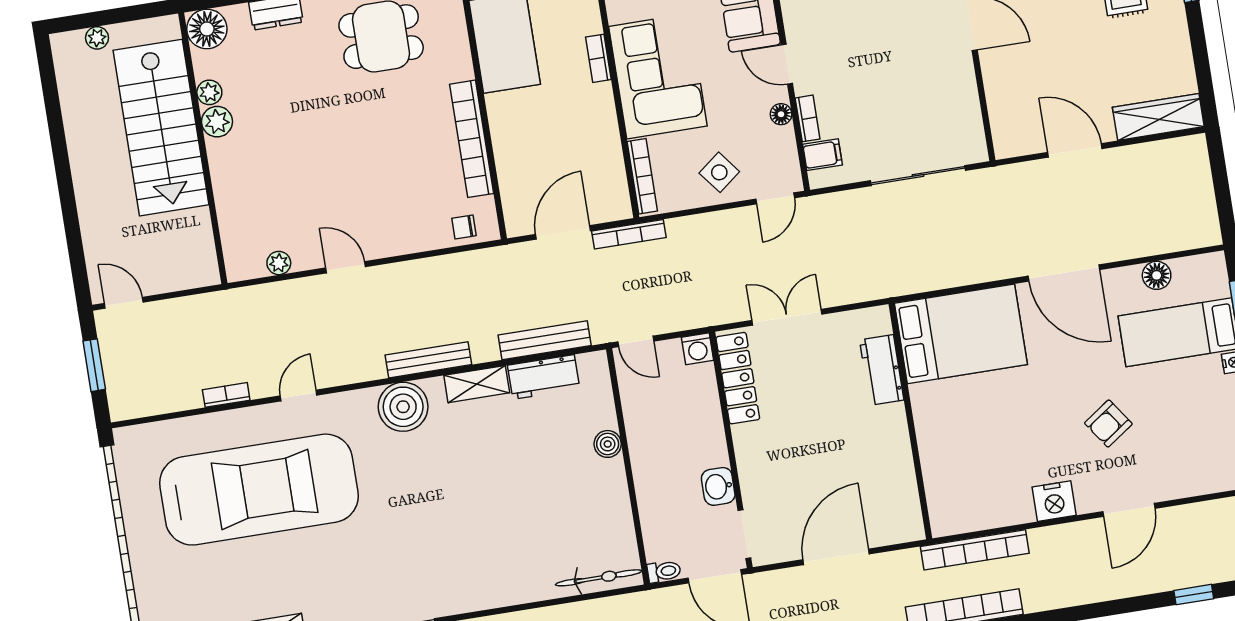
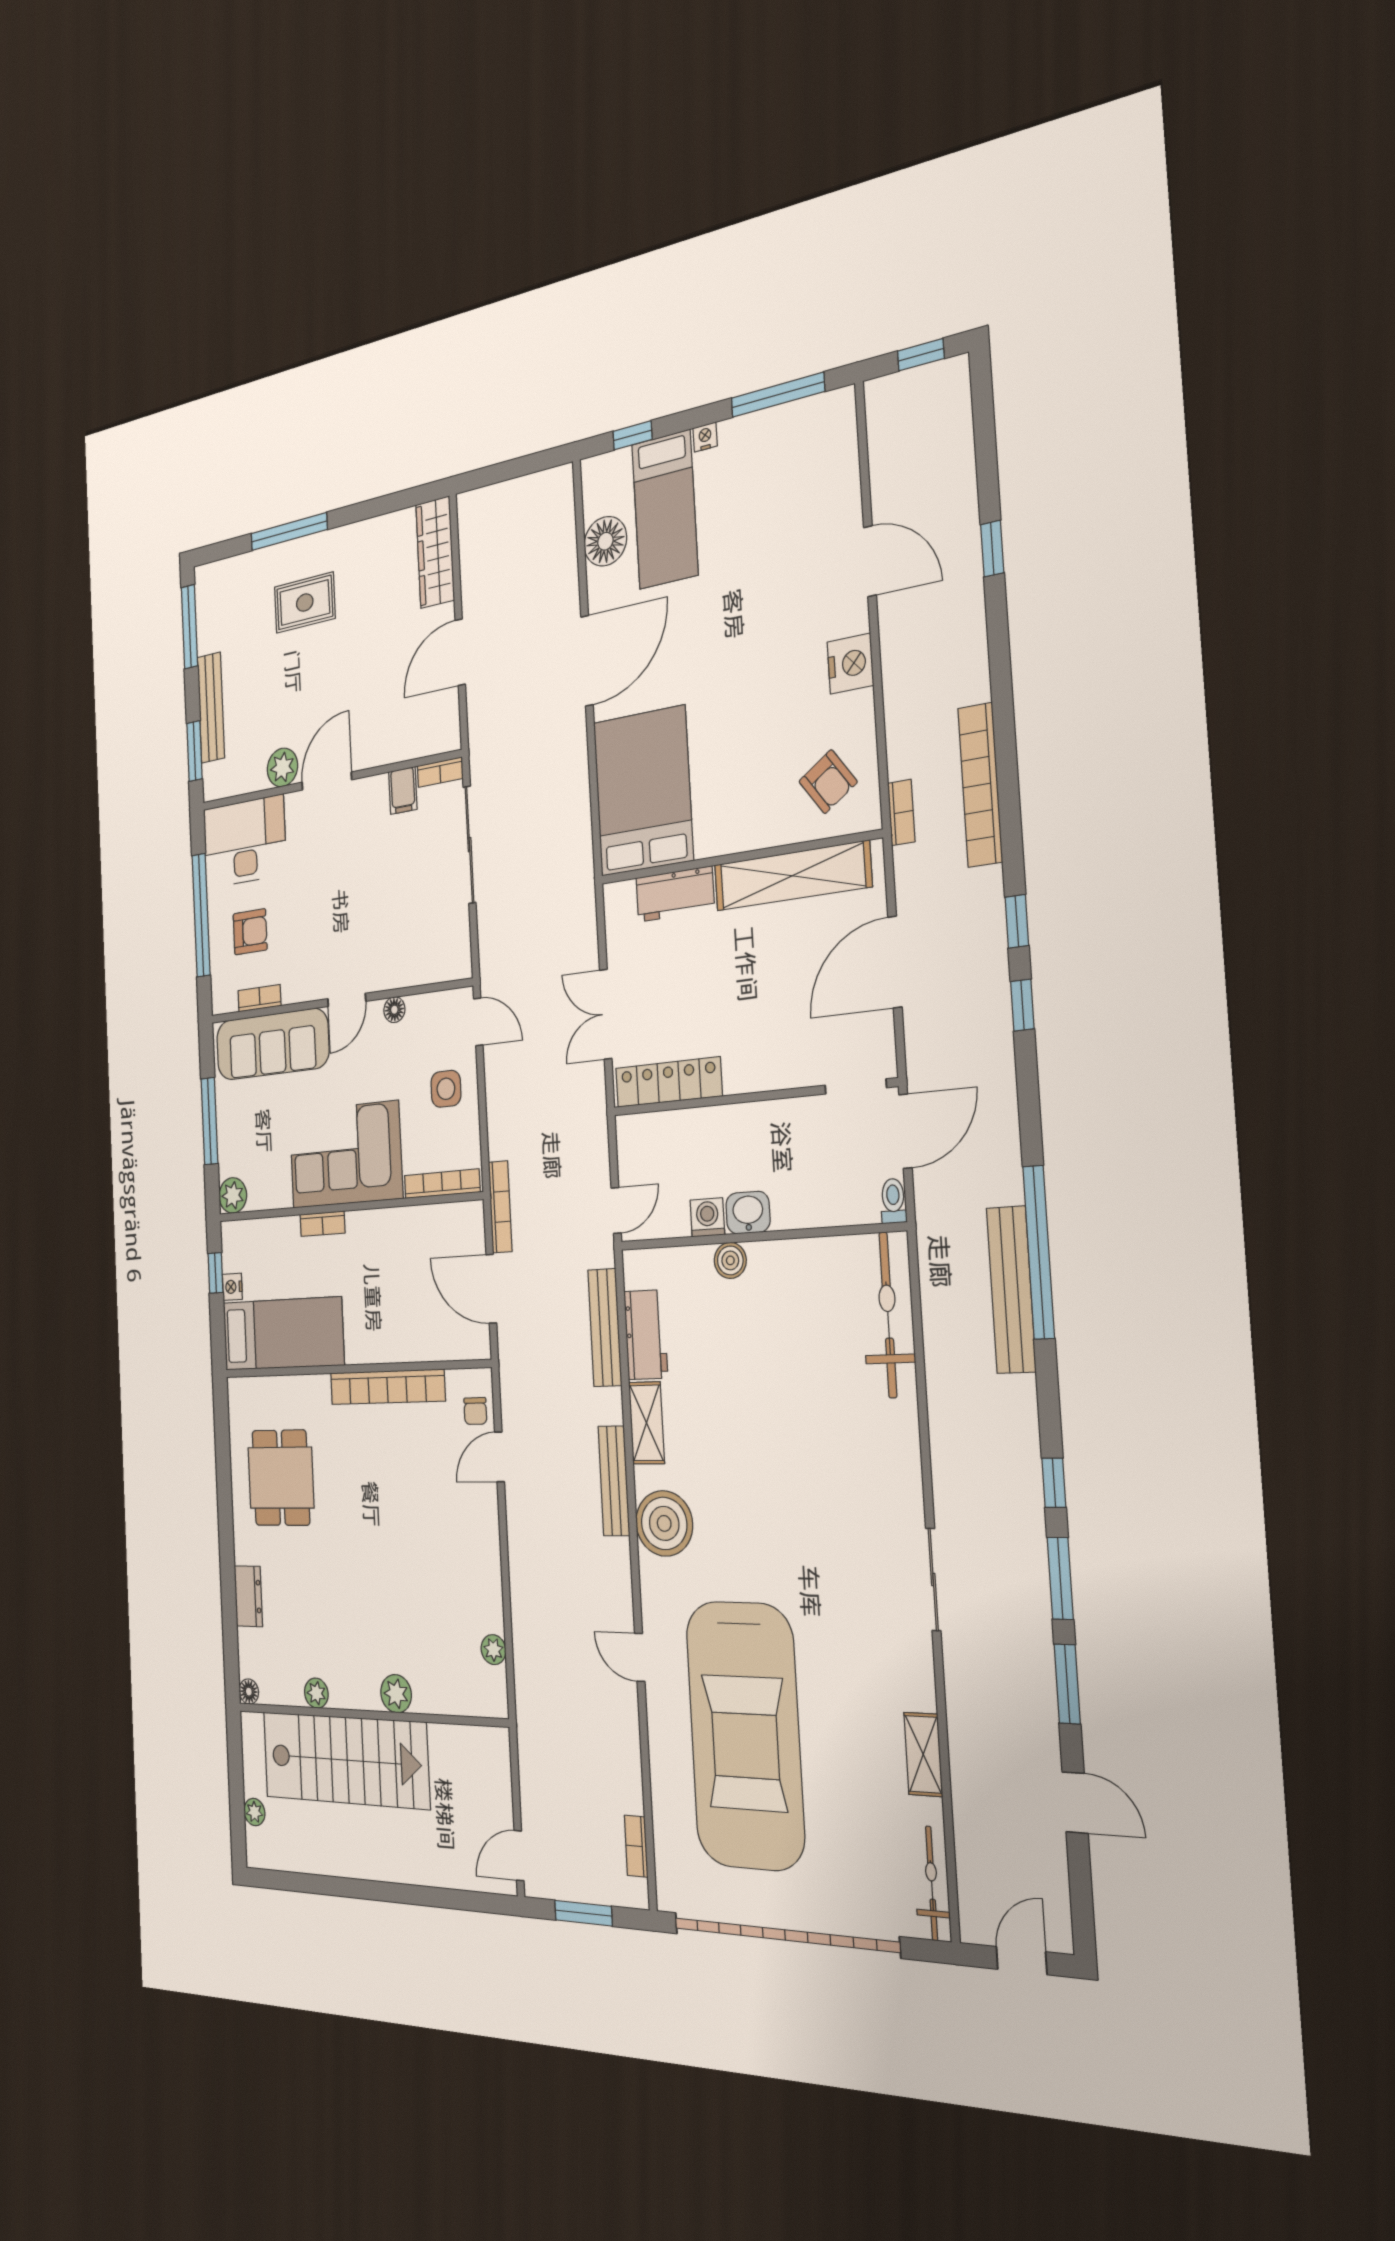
floor lamp: (207, 29) -> (249, 1692), width x0.53, depth x0.53
bookcase: (808, 118) -> (440, 772), moved, turned 180
plant: (217, 122) -> (396, 1694), moved
filing cabinet: (822, 155) -> (403, 790), moved, turned 180
side table: (719, 172) -> (446, 1089), turned 38
door: (346, 267) -> (500, 1457), moved
floor lamp: (1157, 275) -> (605, 541), width x1.38, depth x1.38
washing machine: (698, 349) -> (707, 1217), moved, turned -90
bookcase: (226, 395) -> (636, 1846), moved
armchair: (1108, 424) -> (828, 782), moved
shelving: (897, 468) -> (792, 876), added
washbasin: (718, 486) -> (748, 1213), moved, turned 180
car: (259, 490) -> (745, 1735), turned 180
bookcase: (975, 550) -> (901, 812), width x0.43, depth x0.76
door: (836, 557) -> (895, 962), hinge flipped
bicycle: (599, 578) -> (888, 1315), width x1.37, depth x1.40
window: (1194, 595) -> (992, 549), moved

